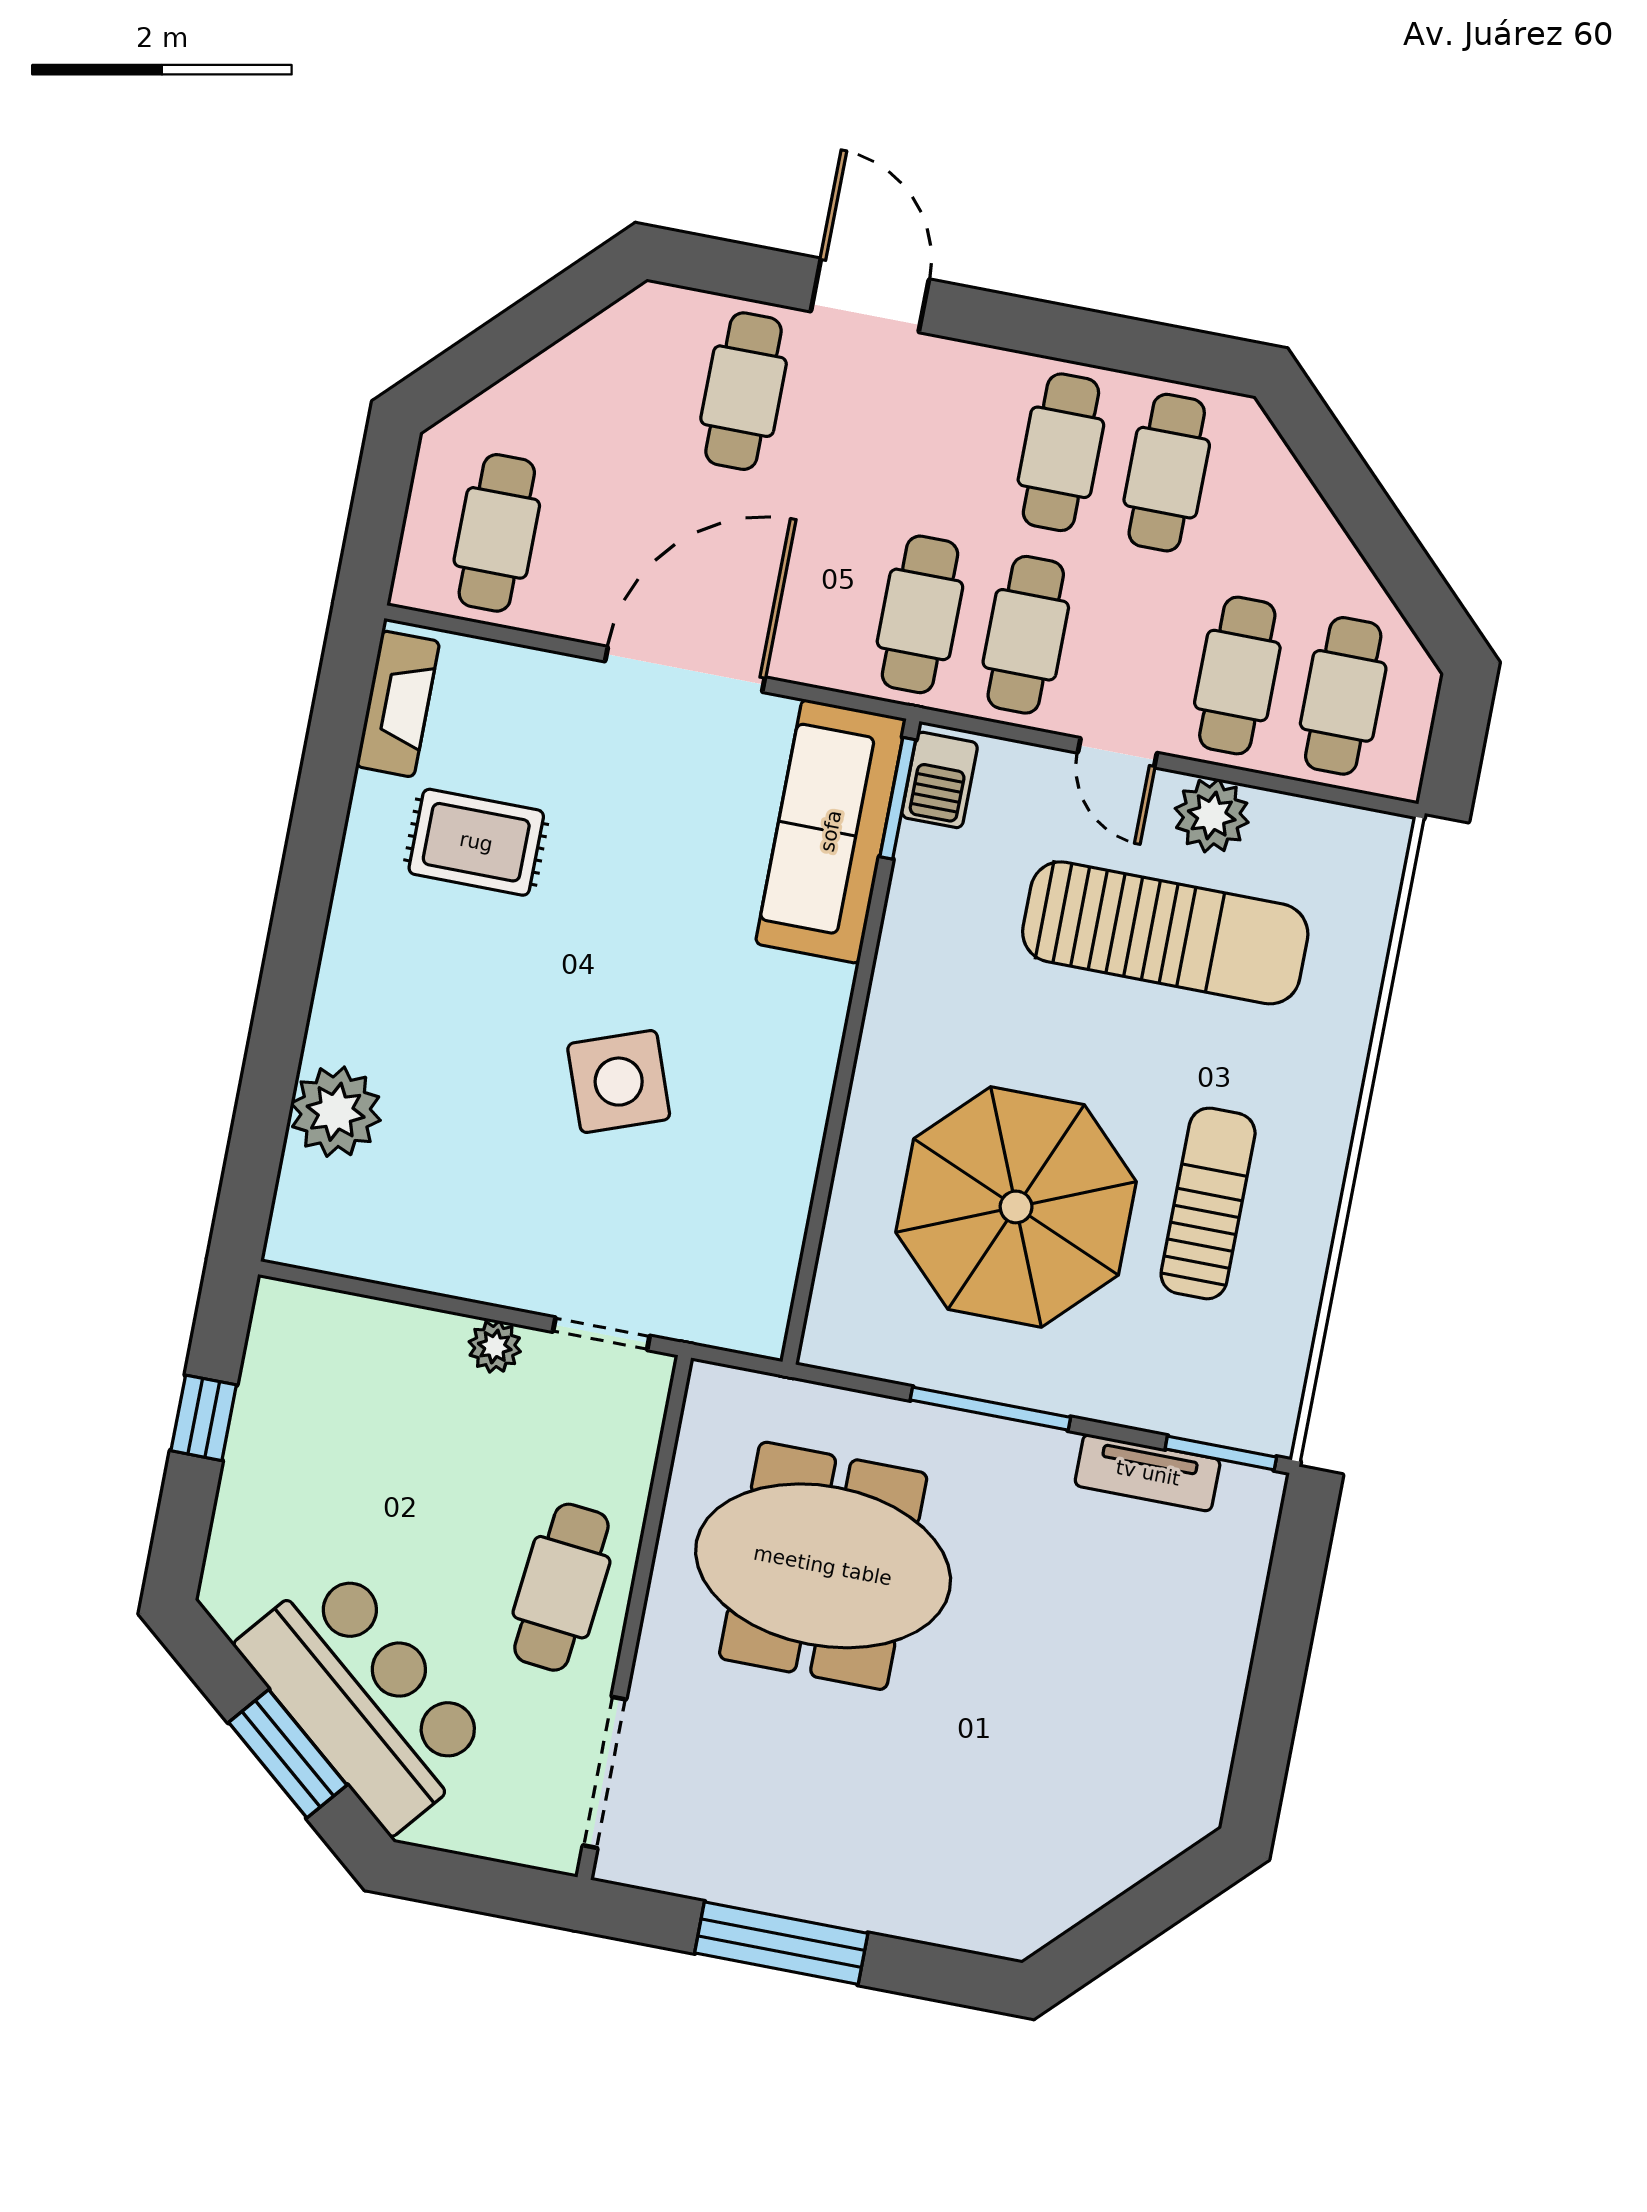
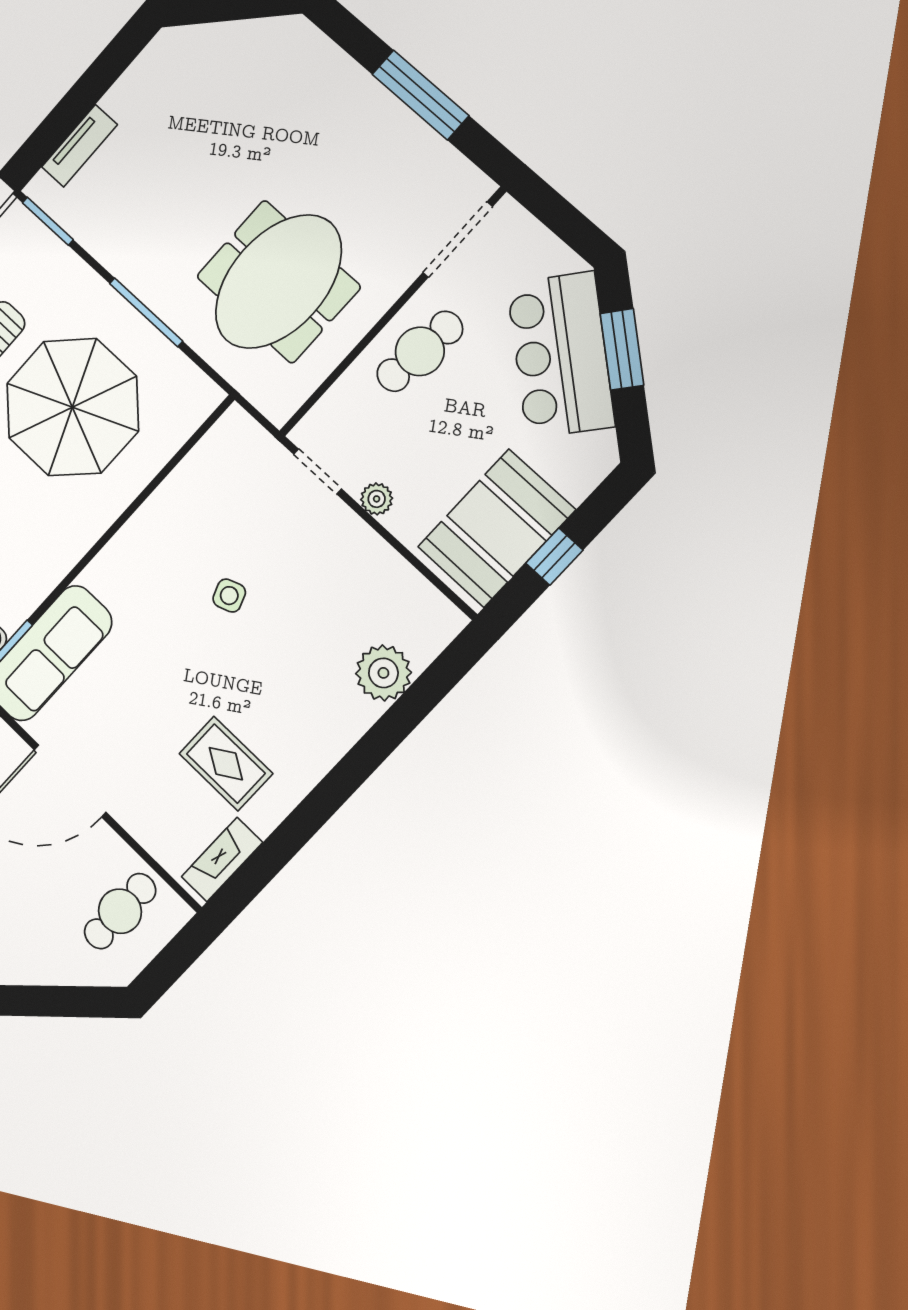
side table: (619, 1082) -> (229, 596), width x0.54, depth x0.54
booth: (305, 1408) -> (496, 528), added
tv unit: (1148, 1473) -> (79, 146), moved, turned 90
meeting table: (823, 1566) -> (278, 282), turned 90

